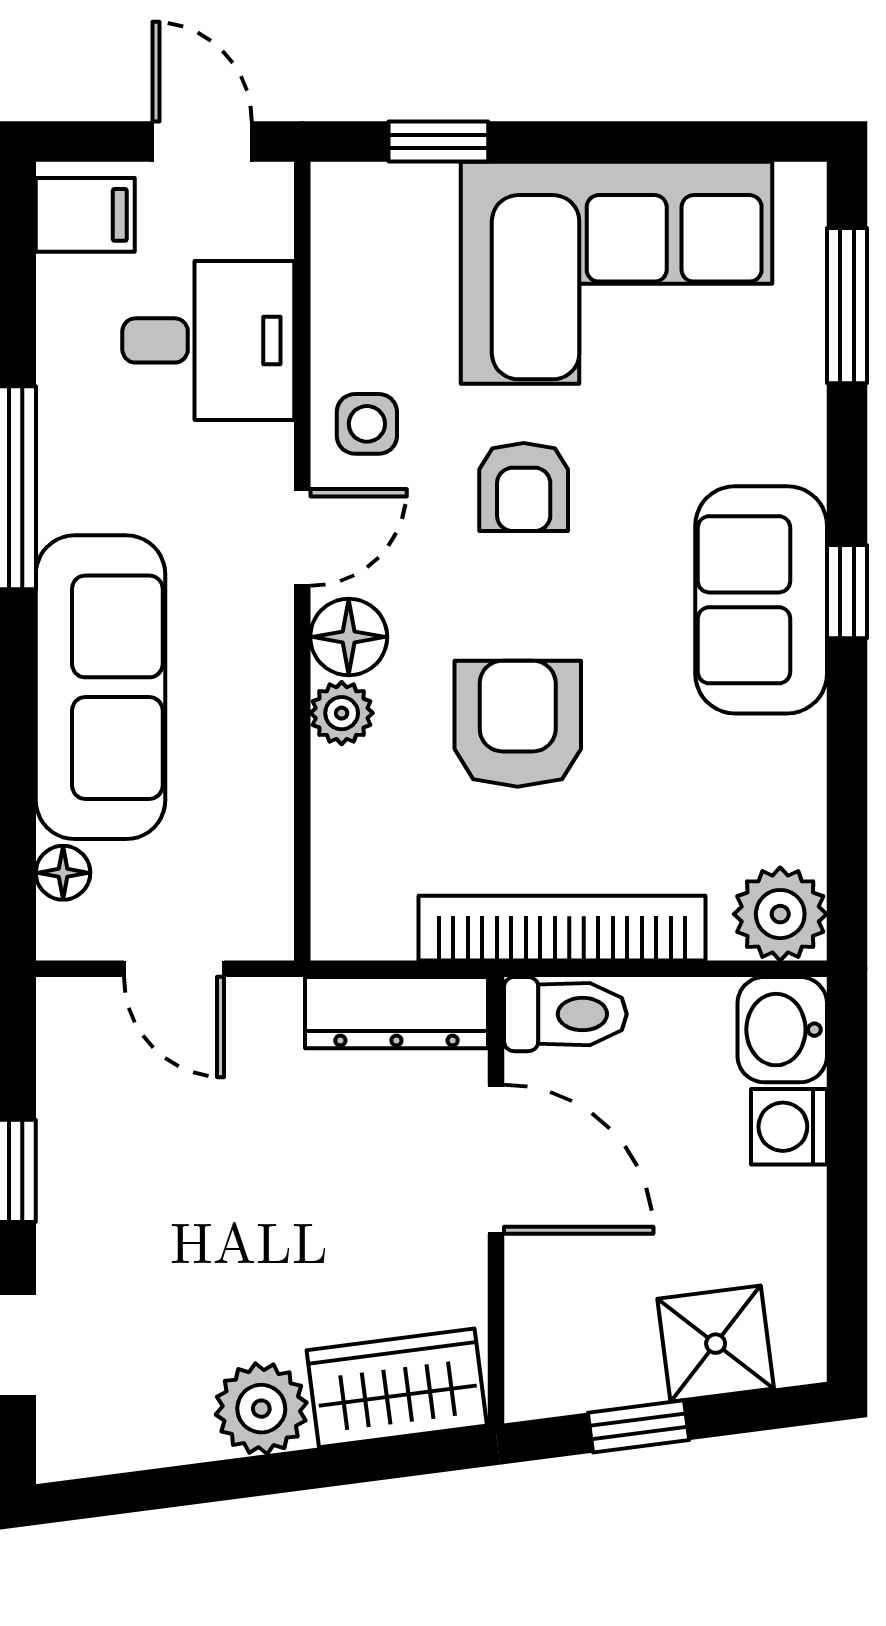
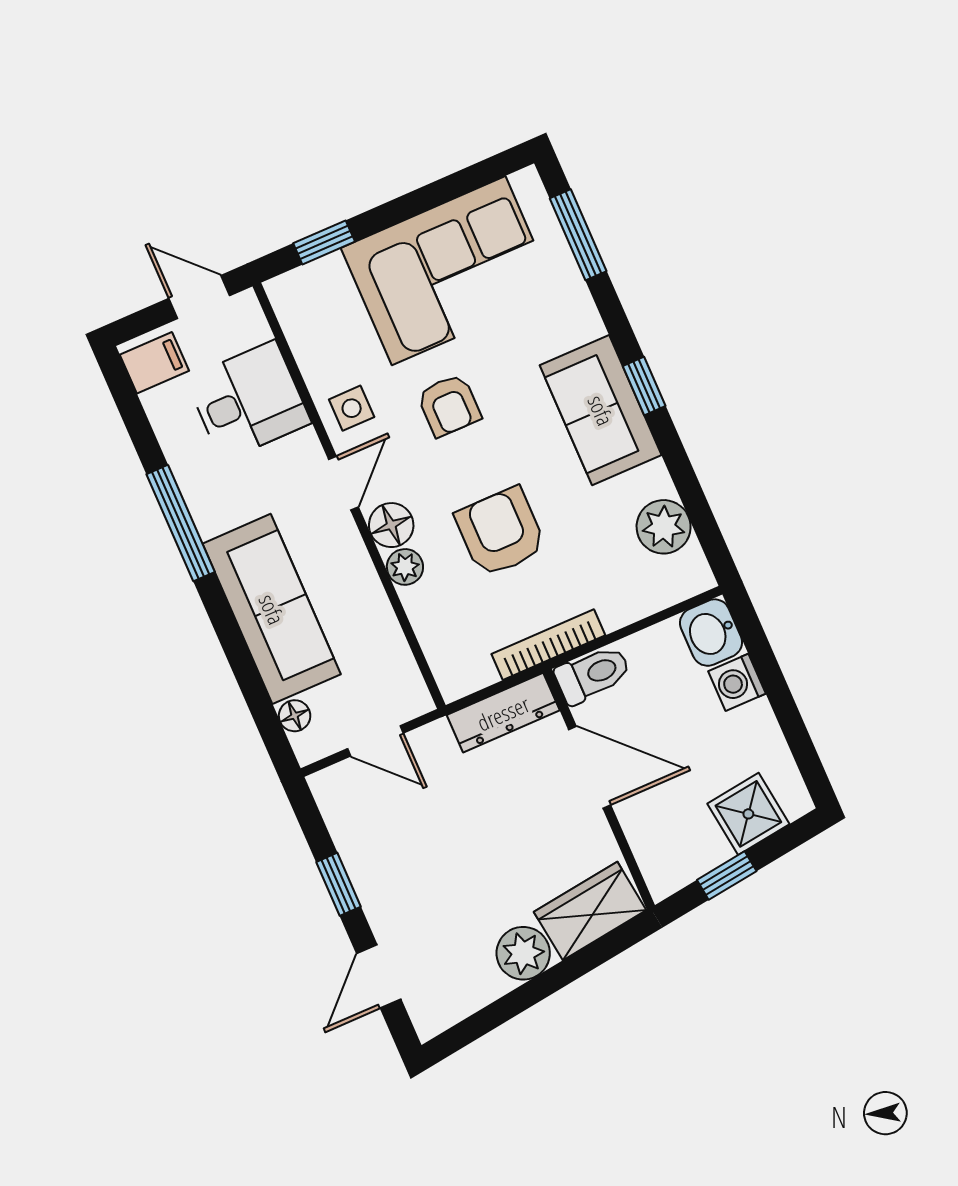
plant: (780, 914) -> (664, 527), moved
bookcase: (562, 928) -> (548, 645), width x0.68, depth x0.76

